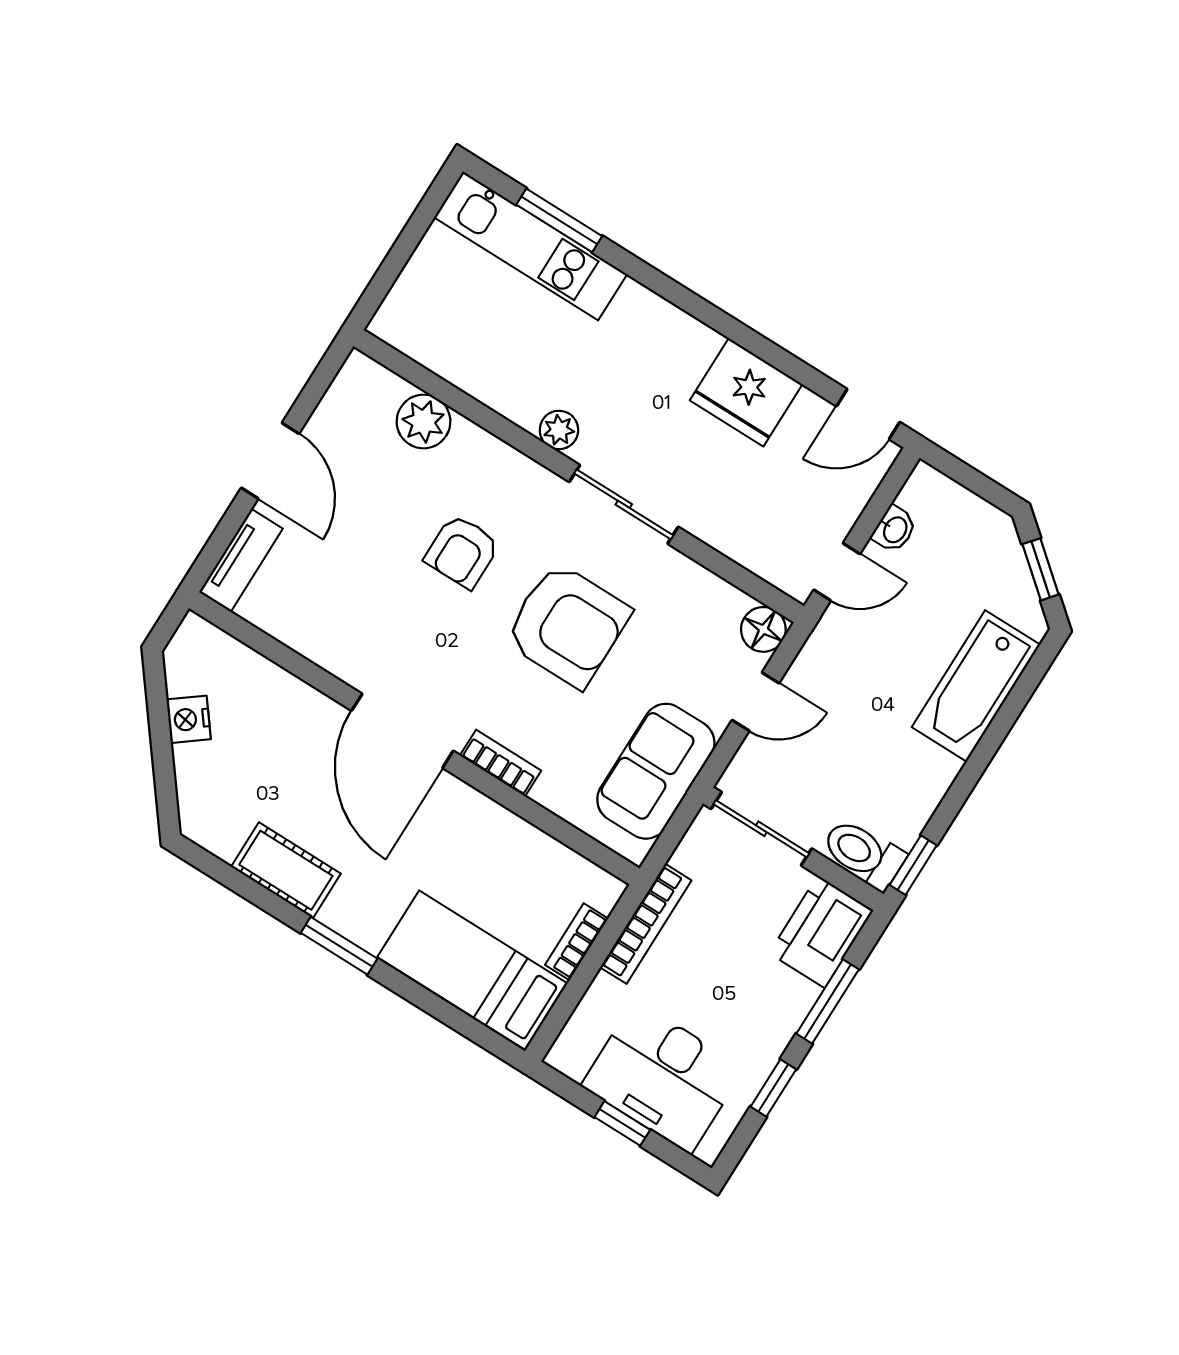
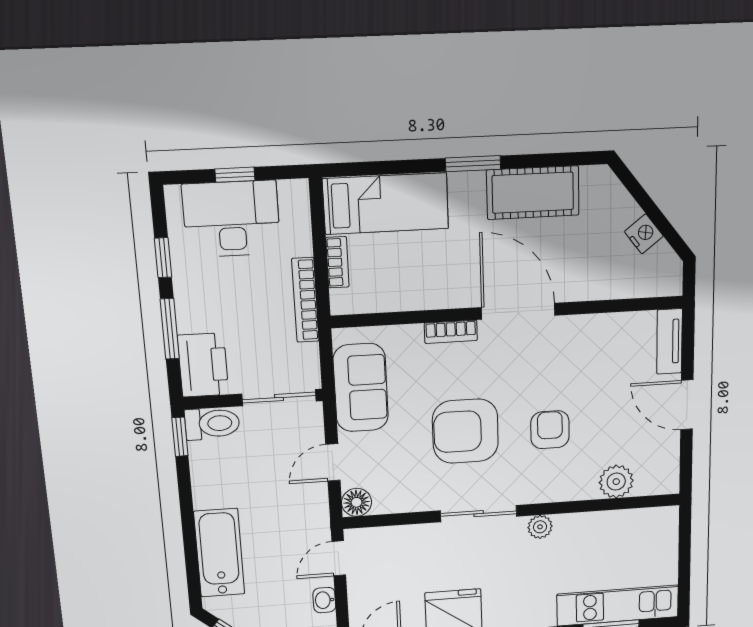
cot: (286, 870) -> (533, 193), width x1.37, depth x1.34

